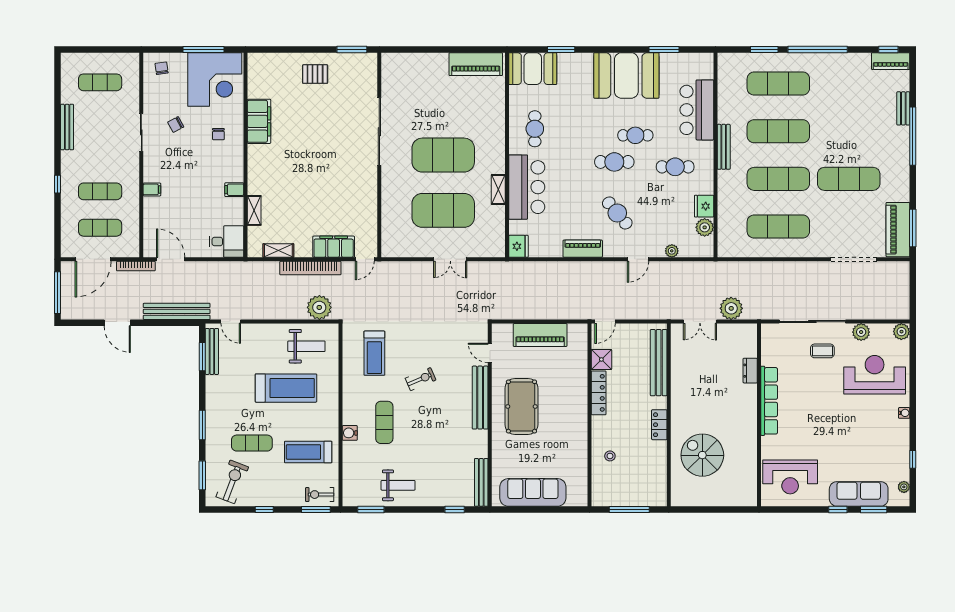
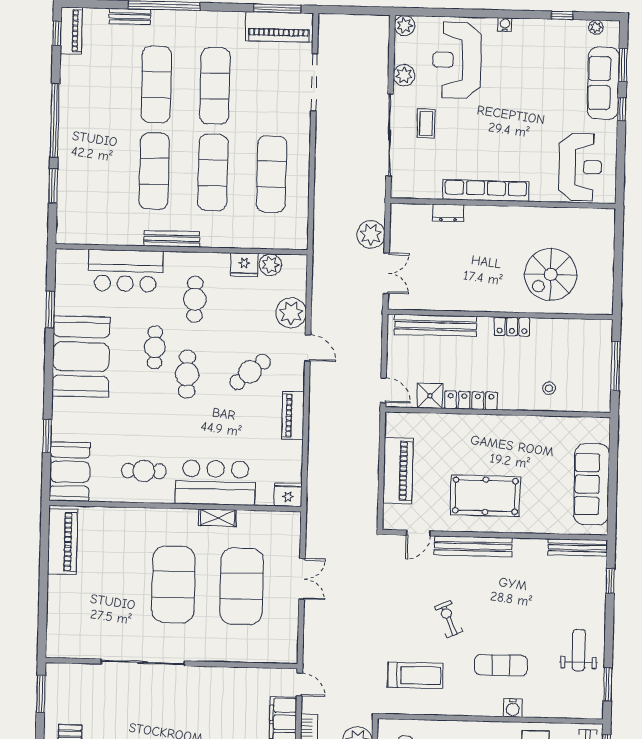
exercise mat: (778, 84) -> (156, 84), moved
plant: (672, 251) -> (291, 313), width x1.87, depth x1.87

